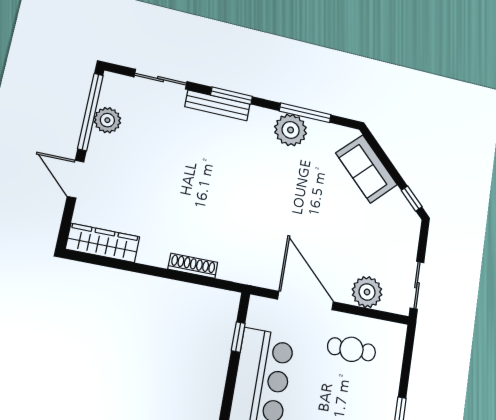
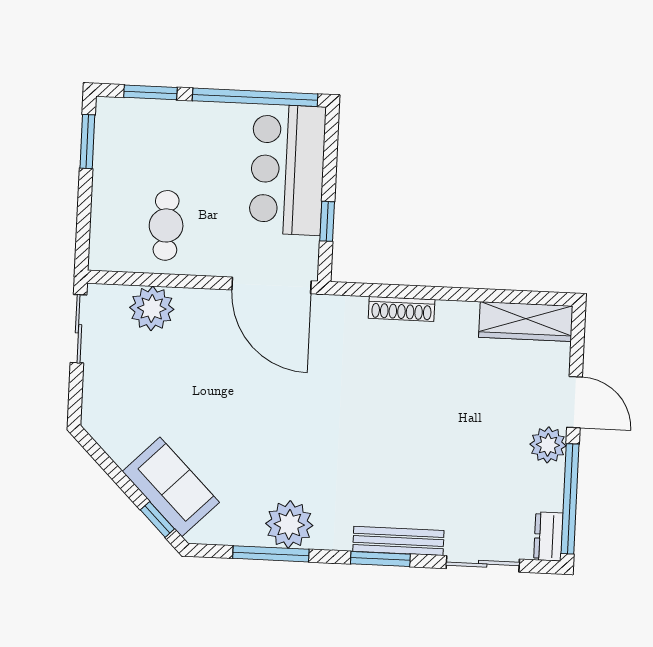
dresser: (111, 89) -> (548, 536), added
plant: (107, 120) -> (548, 445), moved
window: (412, 199) -> (157, 519), moved
door: (306, 301) -> (272, 285), moved
cafe table: (352, 349) -> (166, 225), turned 90

